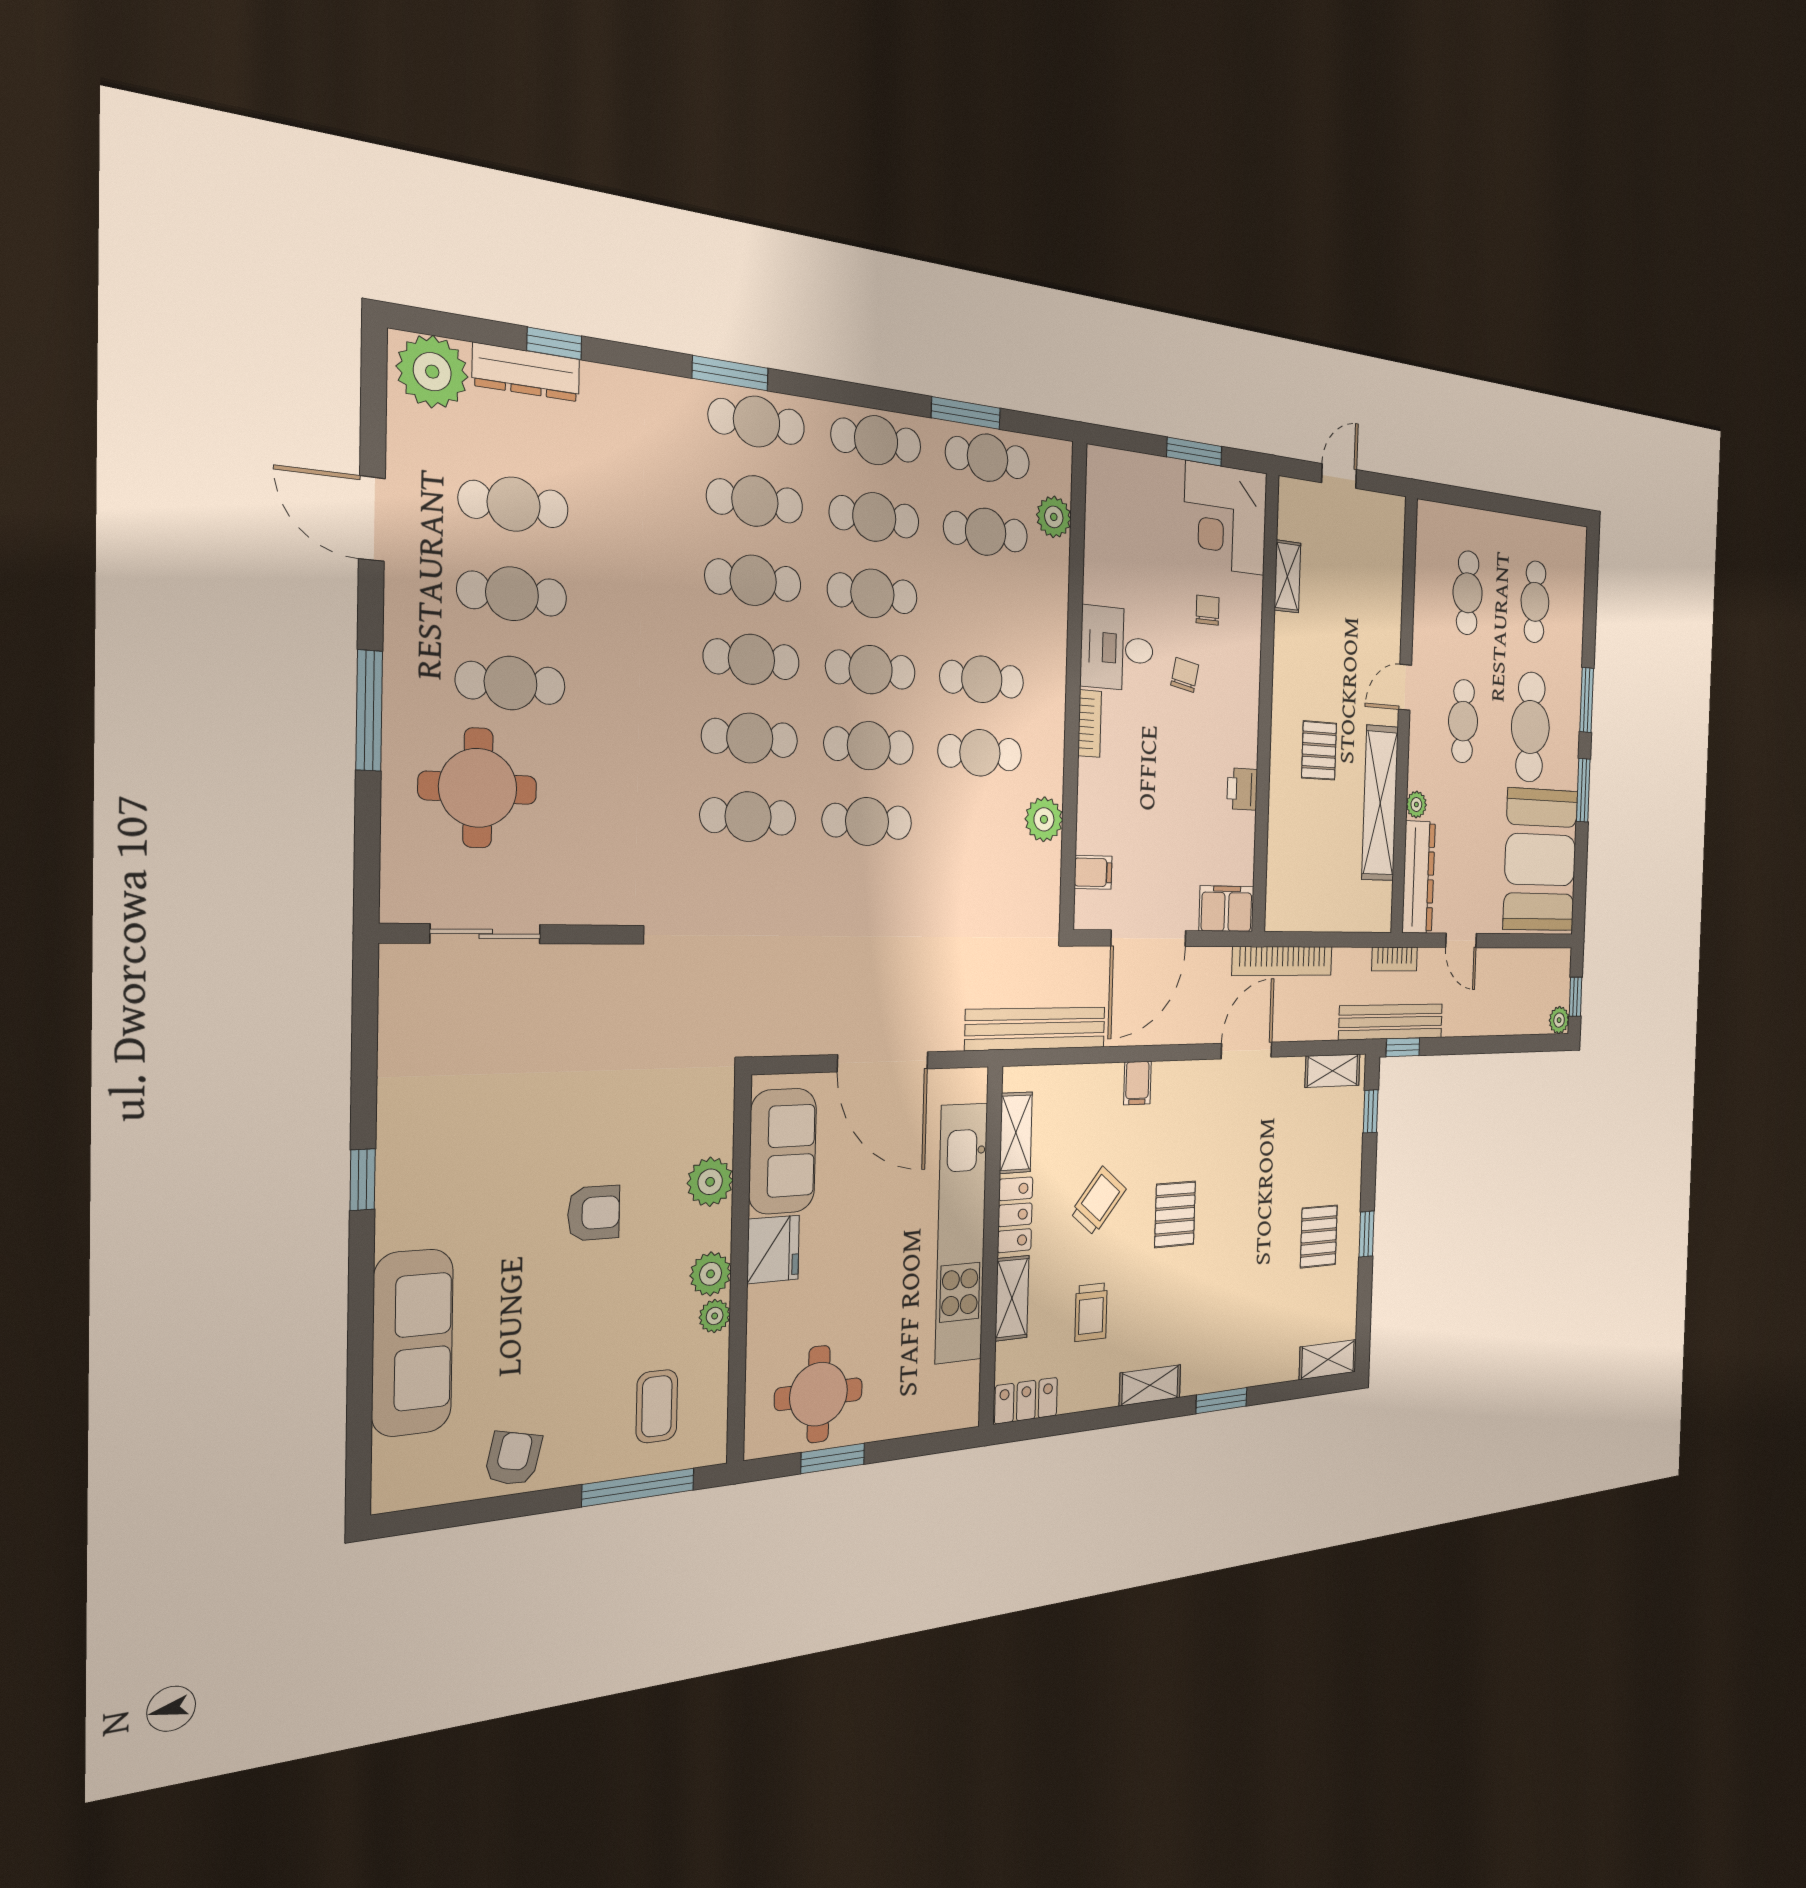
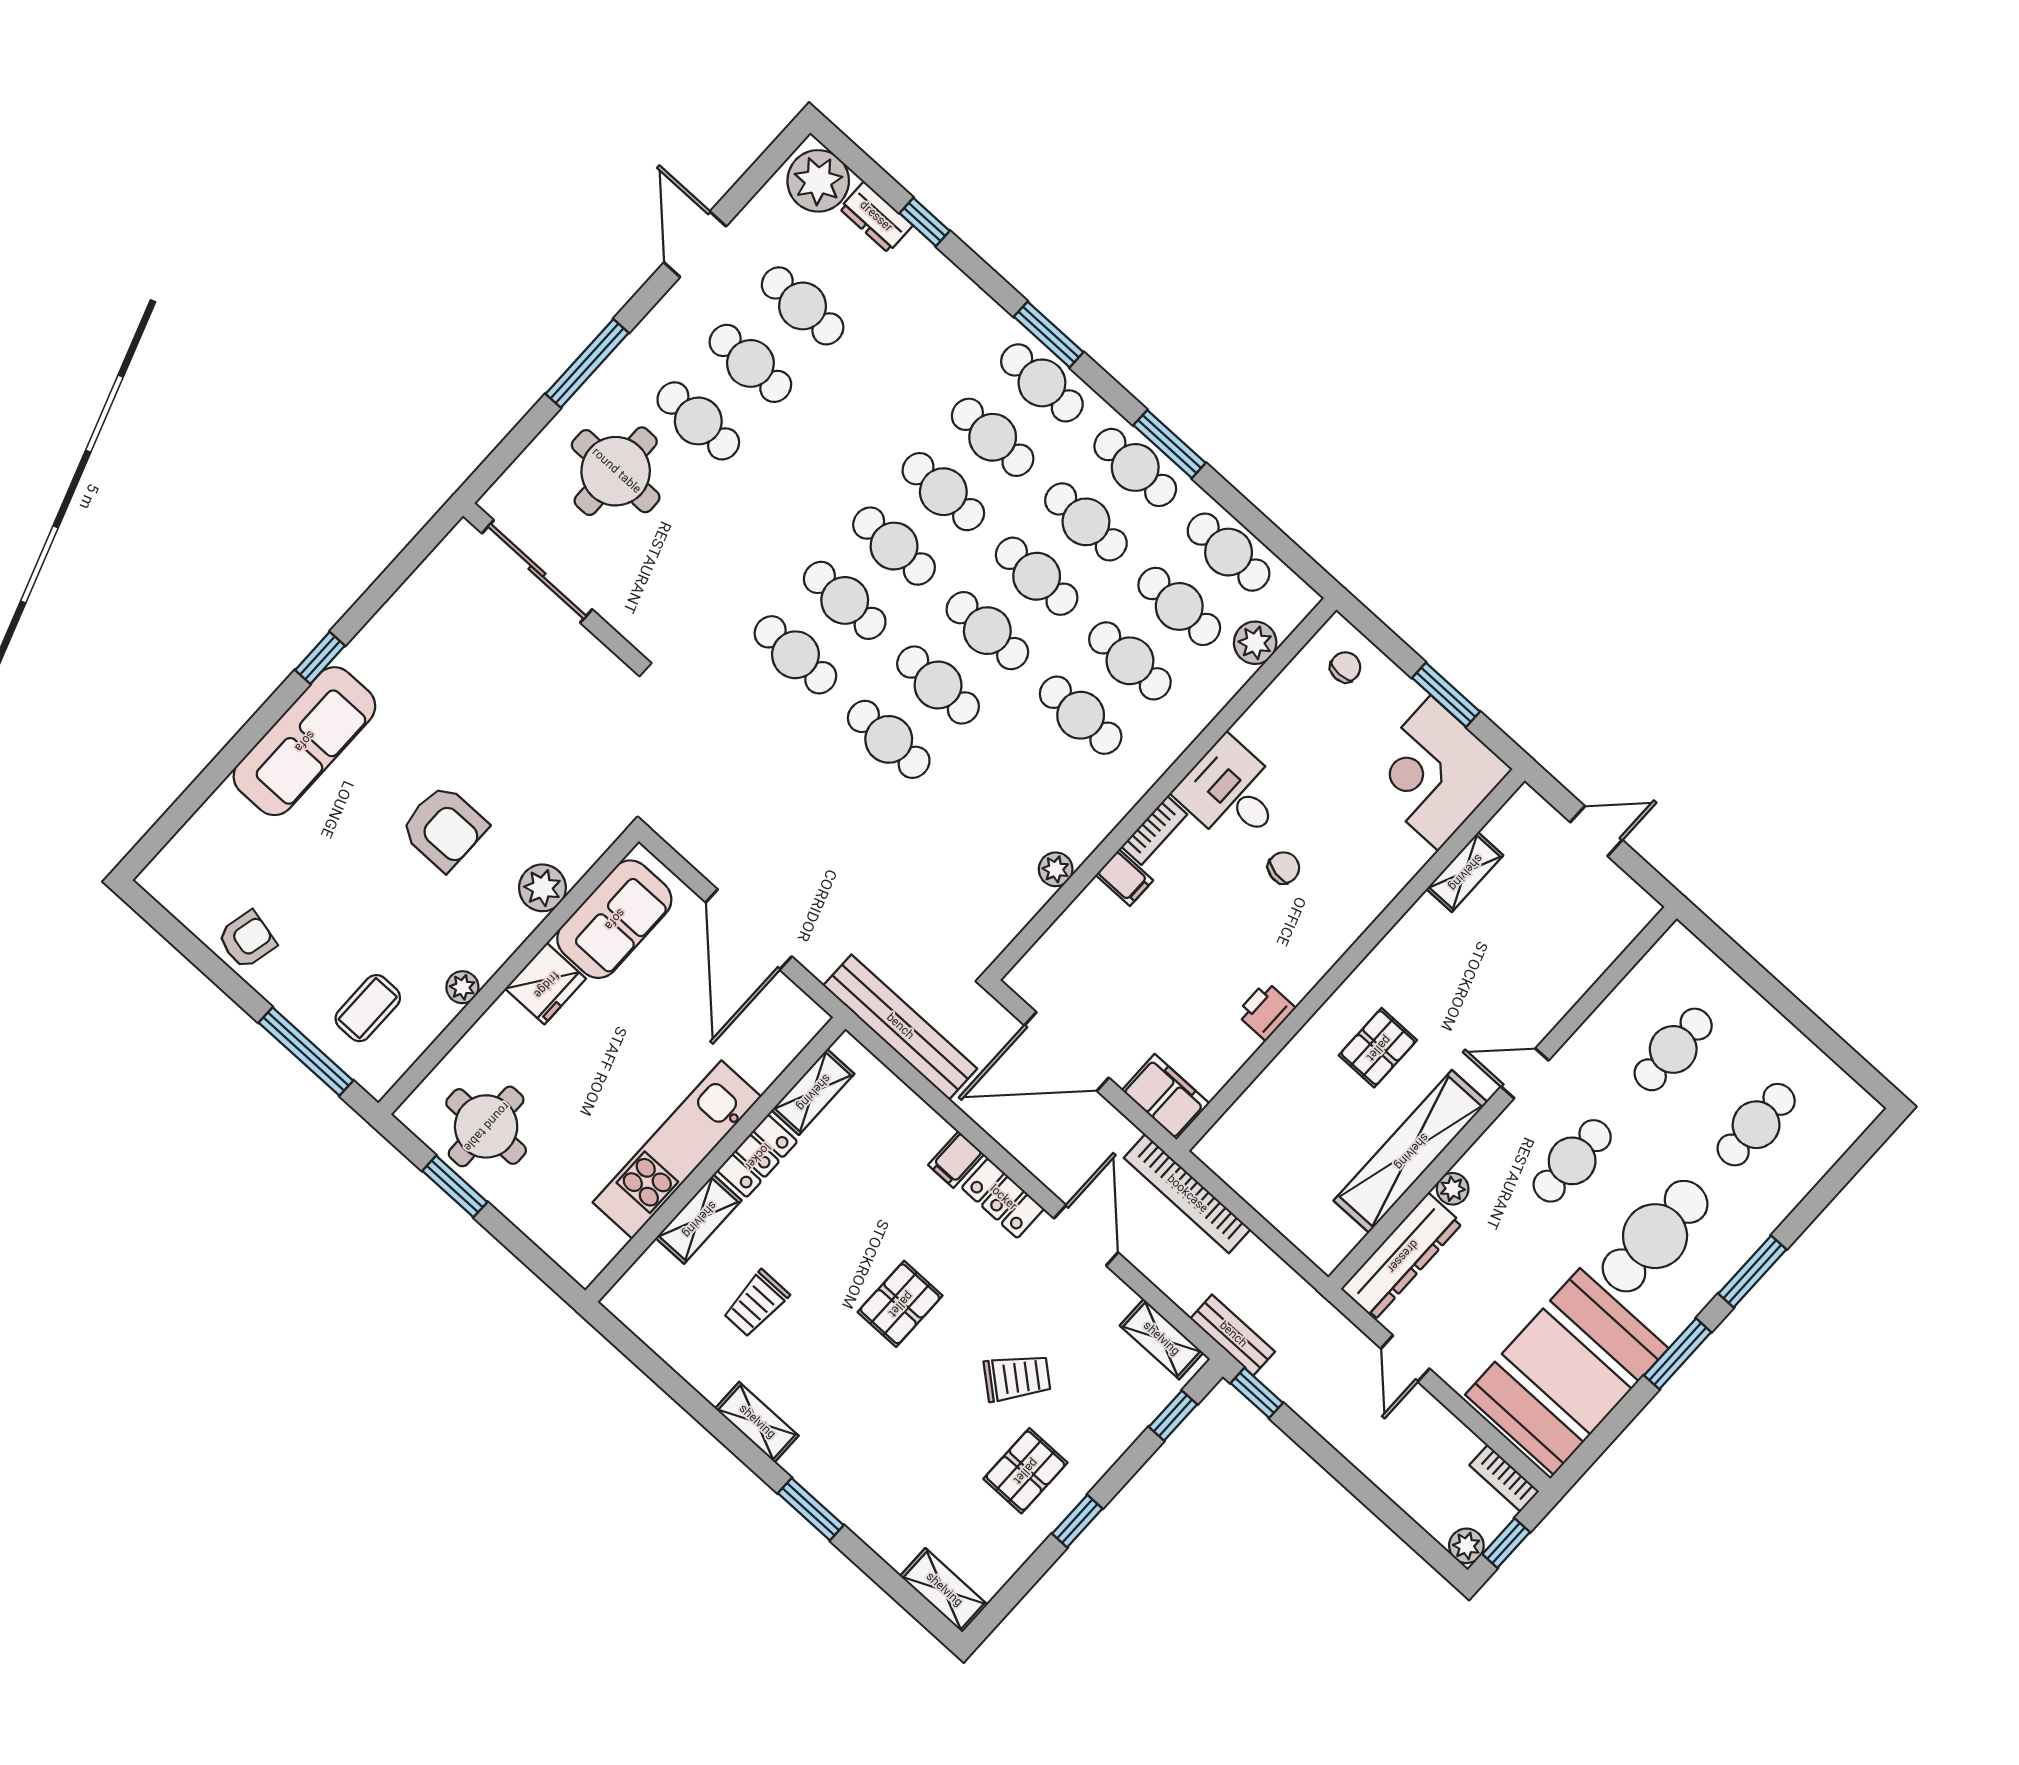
dresser: (526, 372) -> (876, 217), width x0.70
window: (966, 413) -> (1170, 444), moved
chair: (1208, 610) -> (1345, 667), moved
cafe table: (980, 753) -> (1130, 661), moved
plant: (1044, 819) -> (1056, 869), width x0.73, depth x0.73
filing cabinet: (1093, 872) -> (1124, 878), moved
sliding door: (486, 934) -> (537, 571), width x1.37
bookcase: (1395, 959) -> (1504, 1478), moved
bench: (1391, 1022) -> (1233, 1335), width x0.54, depth x0.82
door: (1247, 1050) -> (1086, 1235), hinge flipped
trolley: (1098, 1201) -> (1017, 1378), moved
armchair: (594, 1213) -> (444, 828), width x1.38, depth x1.38
kitchen unit: (961, 1233) -> (677, 1150), width x0.73
plant: (711, 1274) -> (486, 954), removed
sofa: (413, 1343) -> (304, 741), moved
locker: (1026, 1401) -> (1003, 1198), moved, turned 180

